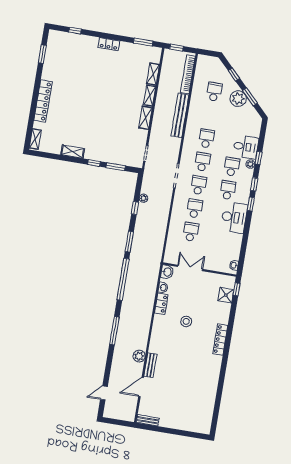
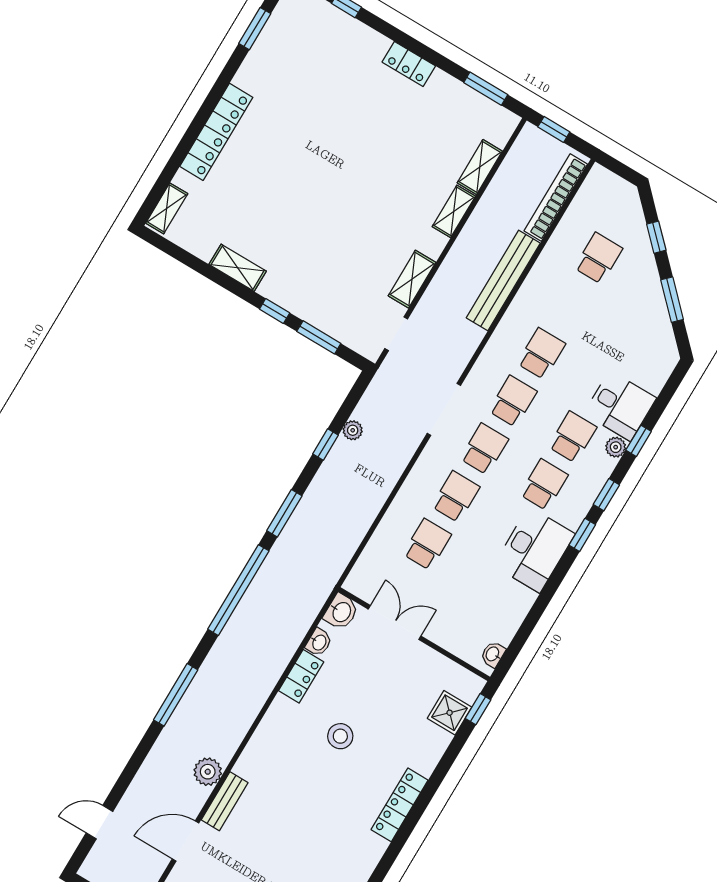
plant: (238, 99) -> (645, 294), removed
shelving: (145, 118) -> (412, 279), moved

